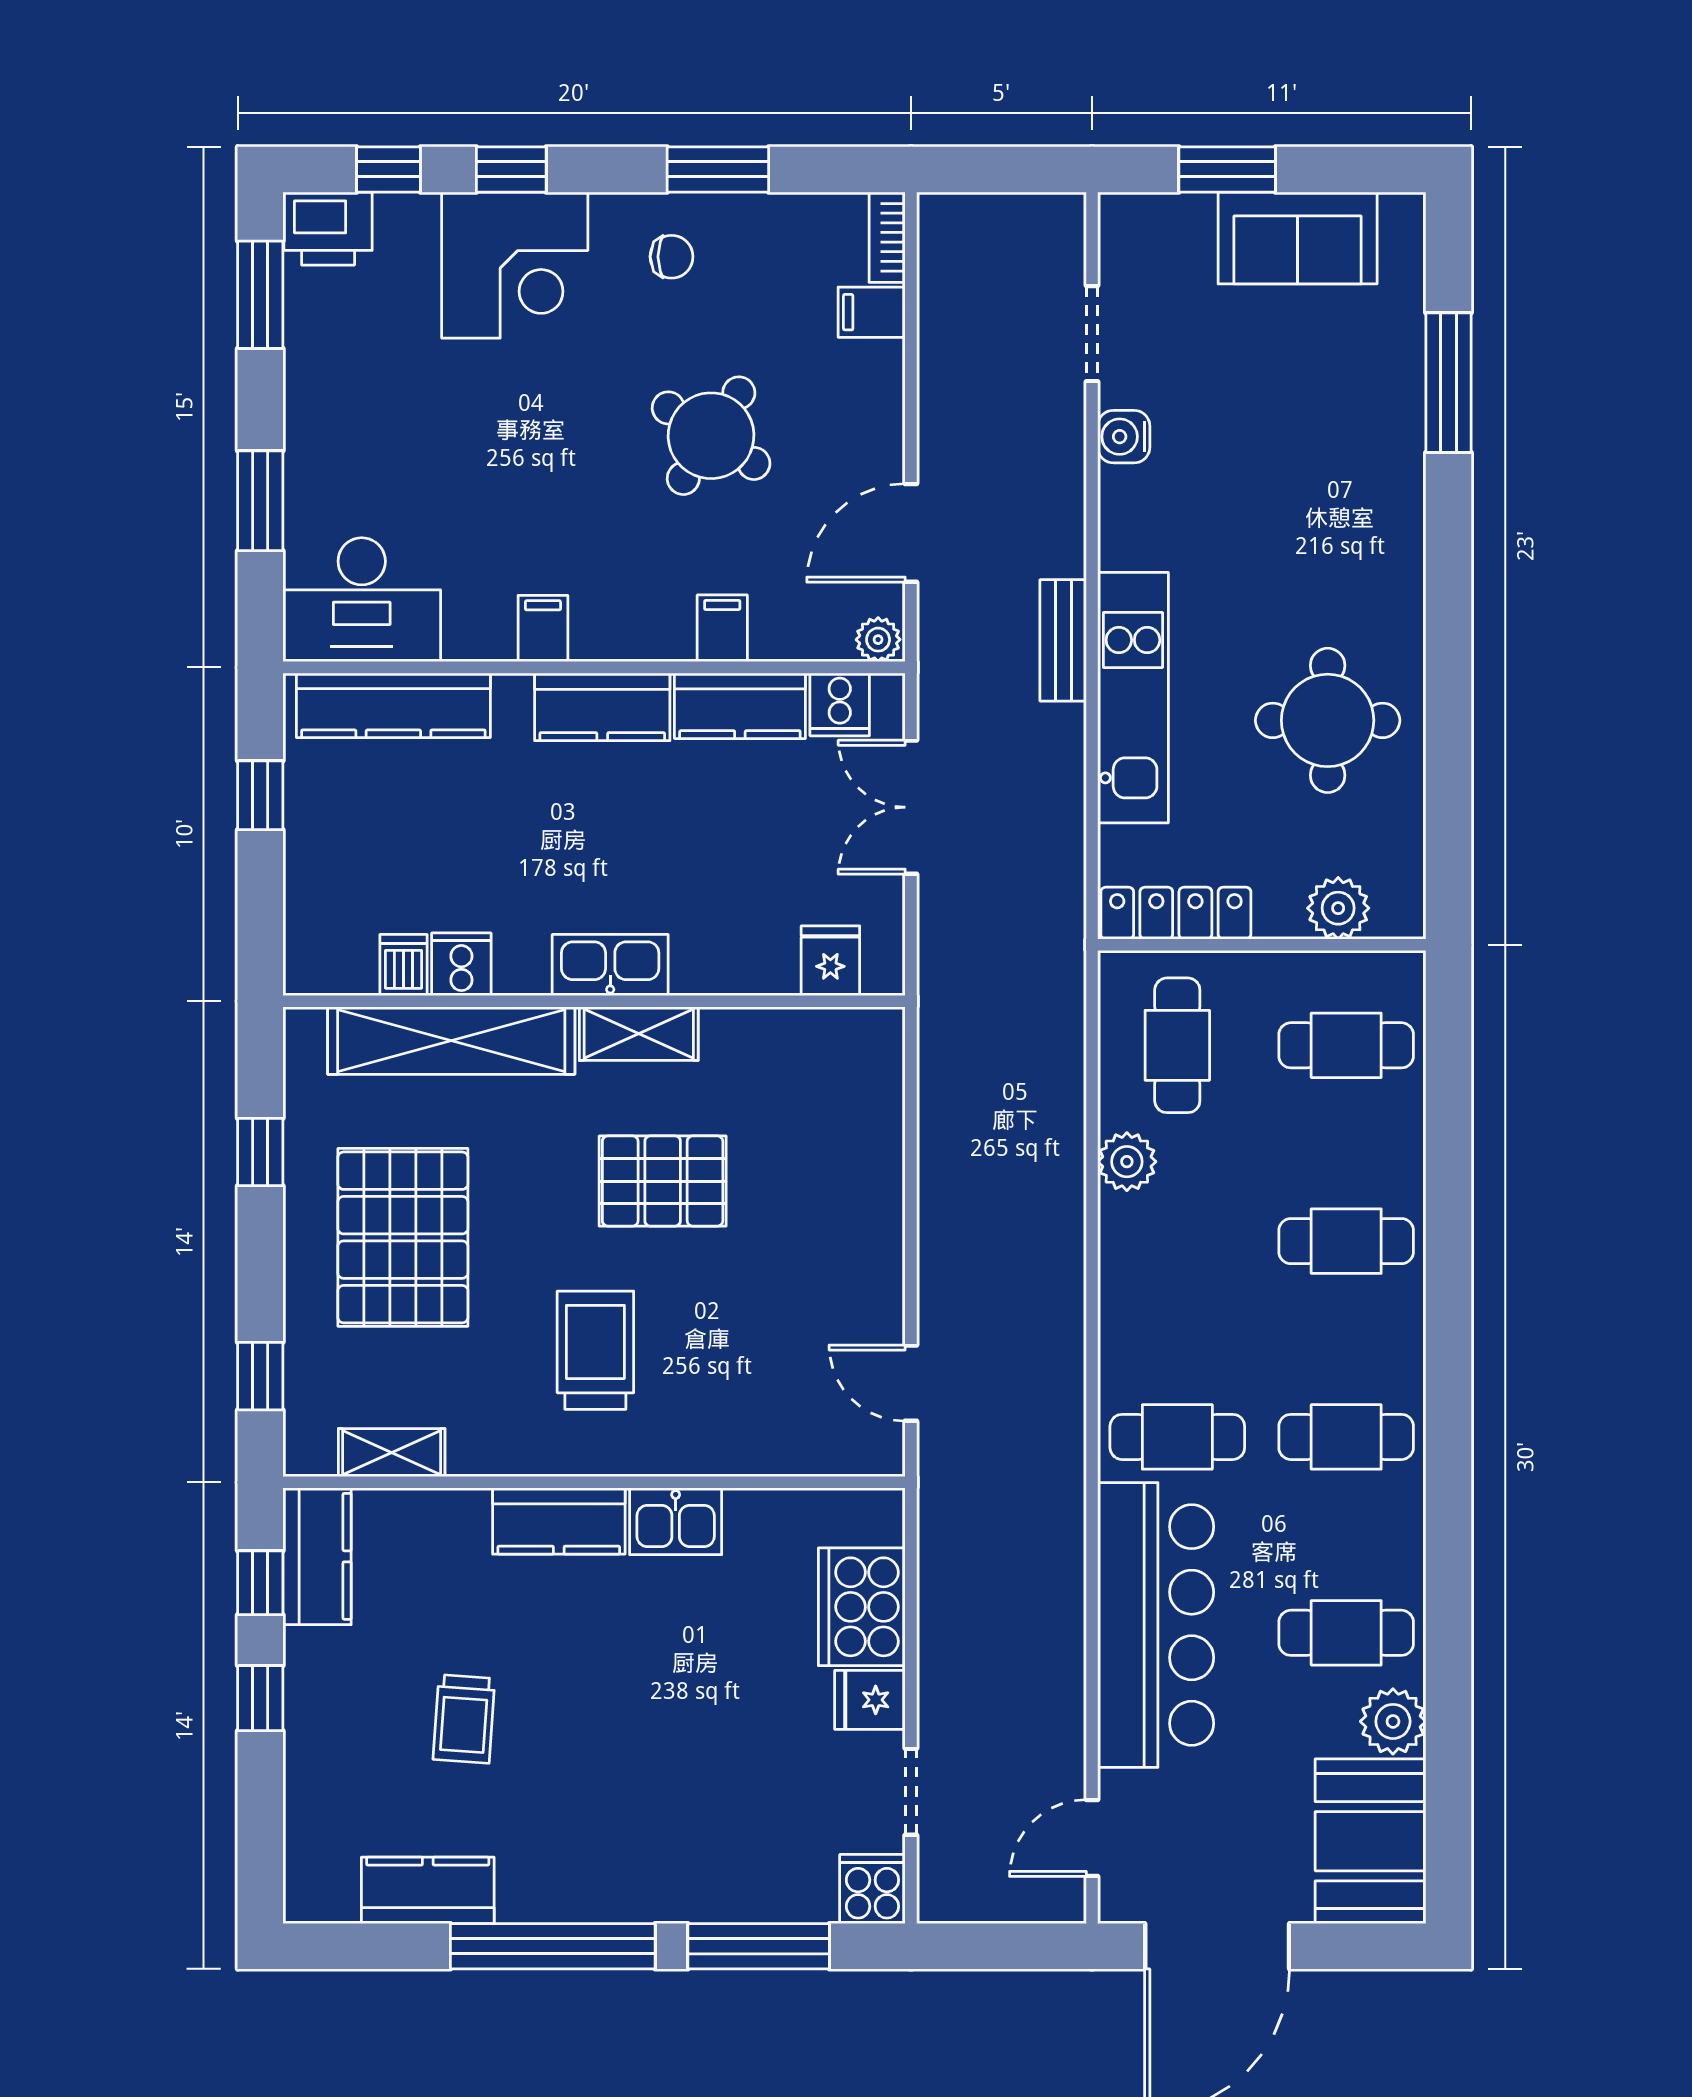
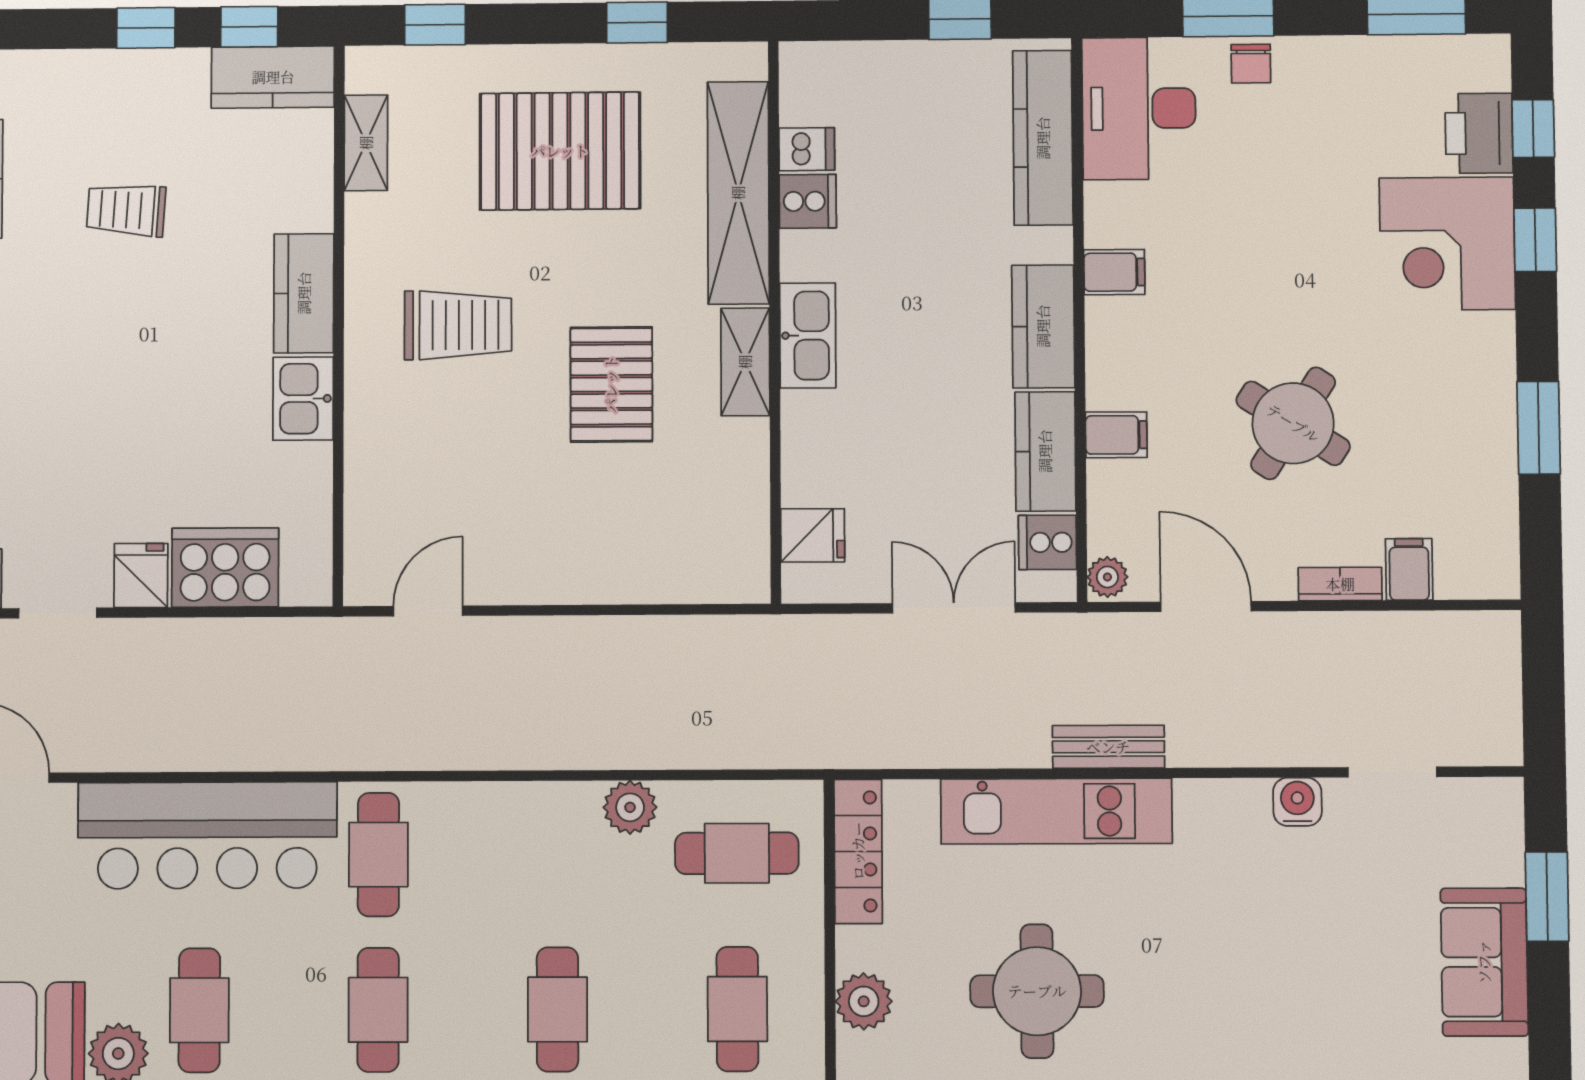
printer: (328, 229) -> (1479, 133), moved
bookcase: (887, 237) -> (1340, 584), moved
chair: (672, 257) -> (1251, 64), moved

